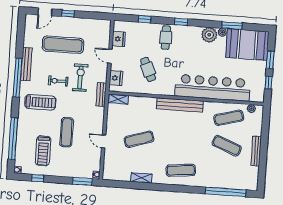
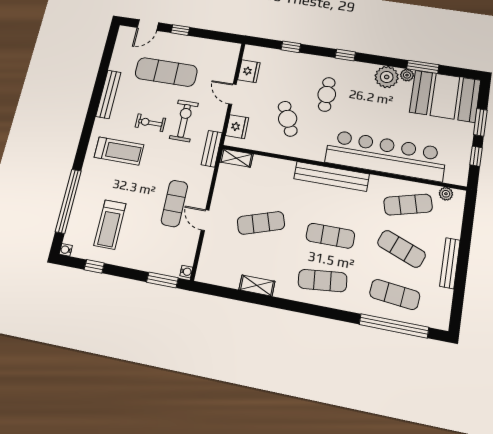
cafe table: (166, 38) -> (327, 94), moved
window: (17, 78) -> (92, 112), removed
exercise mat: (67, 132) -> (174, 203), moved
exercise mat: (183, 142) -> (330, 236), added
exercise mat: (225, 173) -> (395, 294), added

